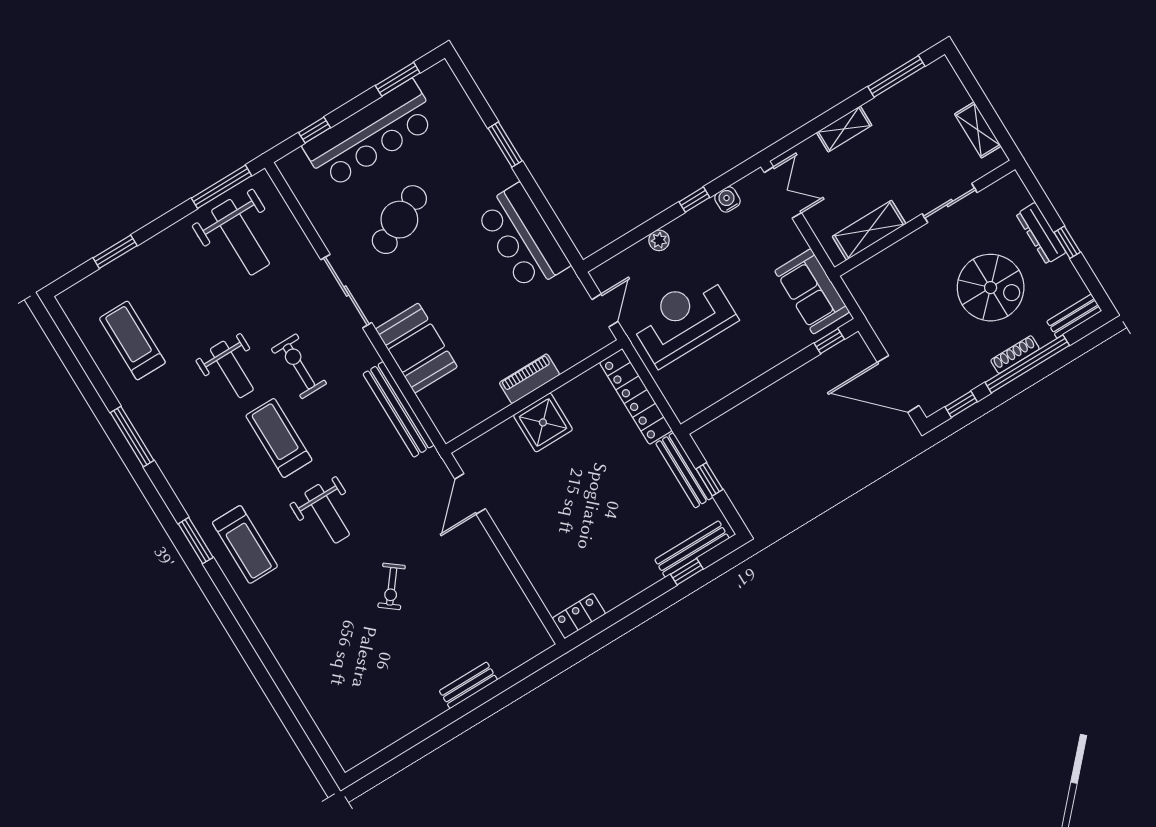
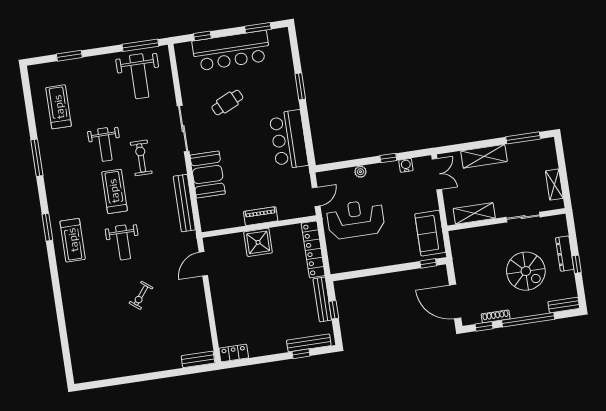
shelving: (844, 129) -> (484, 156), width x1.50, depth x1.33
cafe table: (399, 220) -> (227, 103), width x0.73, depth x0.74
shoe rack: (1015, 355) -> (496, 316), moved
bench: (468, 685) -> (198, 359), moved

